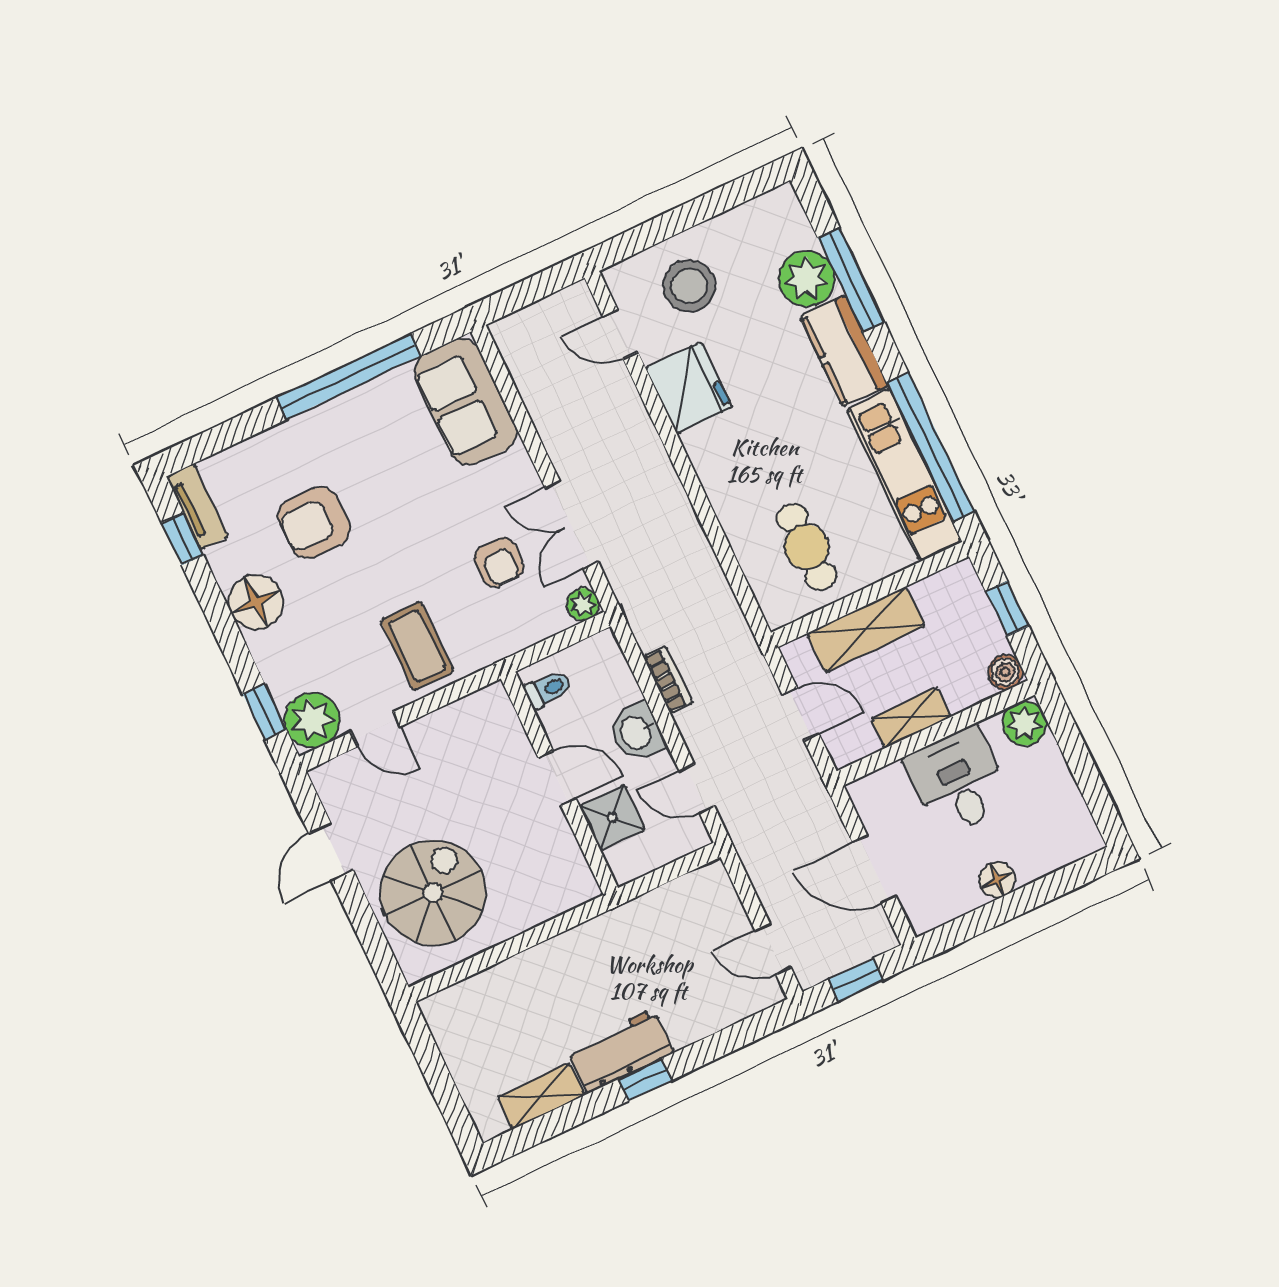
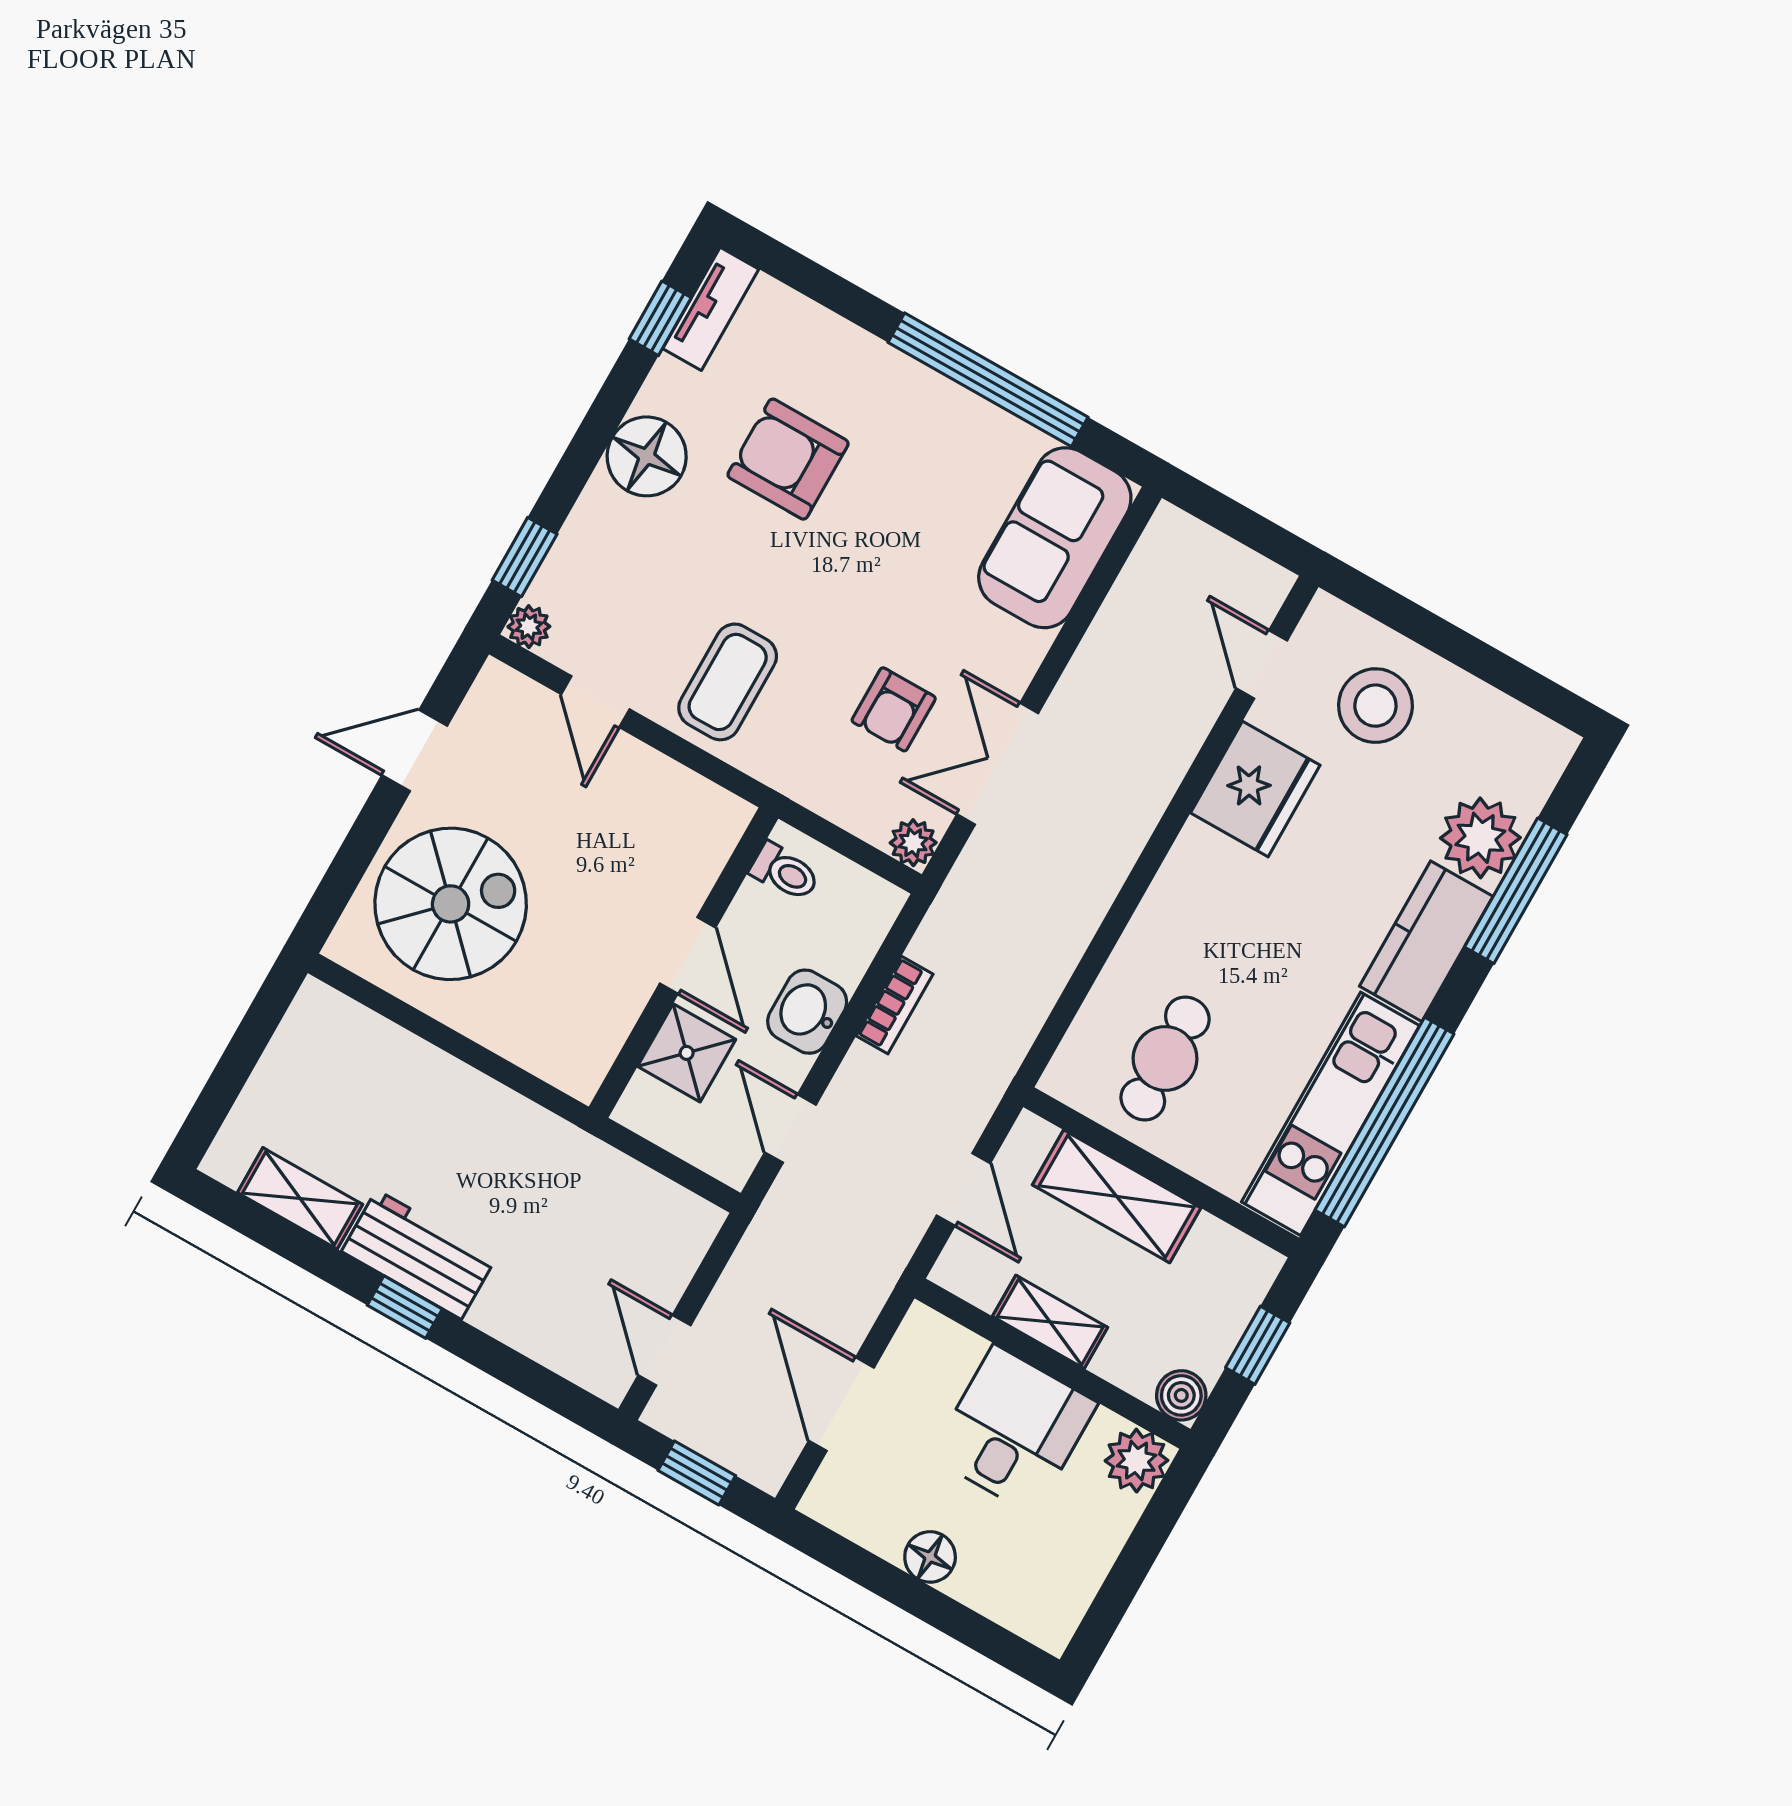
plant: (312, 720) -> (529, 627), width x0.53, depth x0.53

